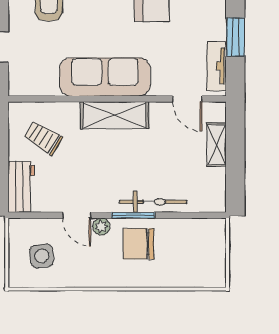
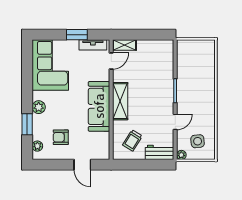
shelving: (216, 145) -> (124, 45), moved
bicycle: (153, 202) -> (168, 80), removed
plant: (101, 227) -> (181, 155), moved
chair: (139, 244) -> (191, 88), removed

